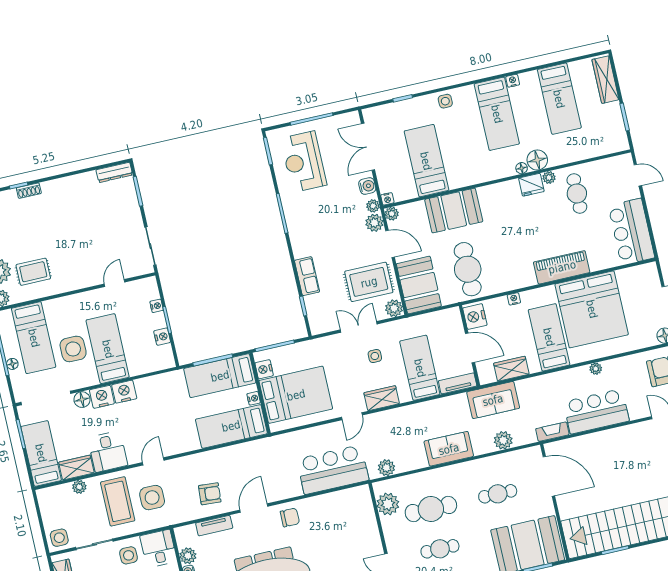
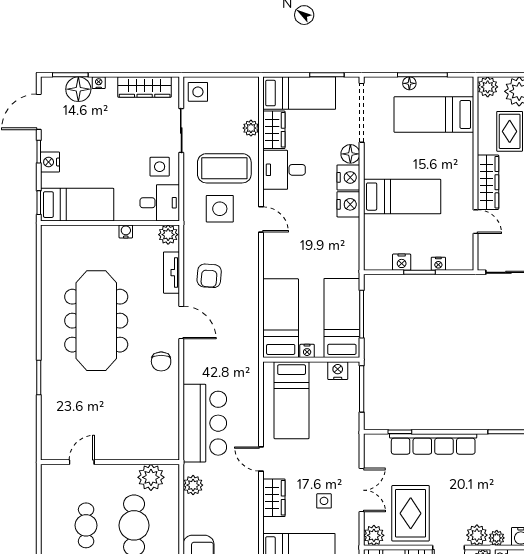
row of seats: (307, 276) -> (433, 444), width x2.02
wardrobe: (80, 280) -> (488, 182), added
side table: (73, 349) -> (411, 157), removed
bed: (296, 395) -> (292, 400), width x0.67
plant: (188, 556) -> (168, 235), moved

